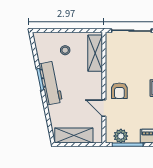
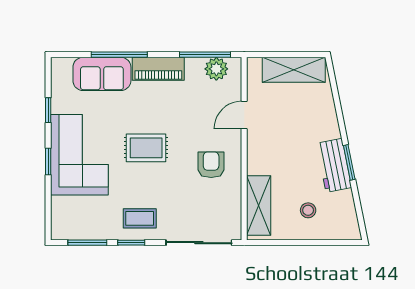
workbench: (51, 83) -> (334, 165), width x0.73
armchair: (119, 91) -> (211, 165), moved
door: (104, 108) -> (244, 115), swing flipped

